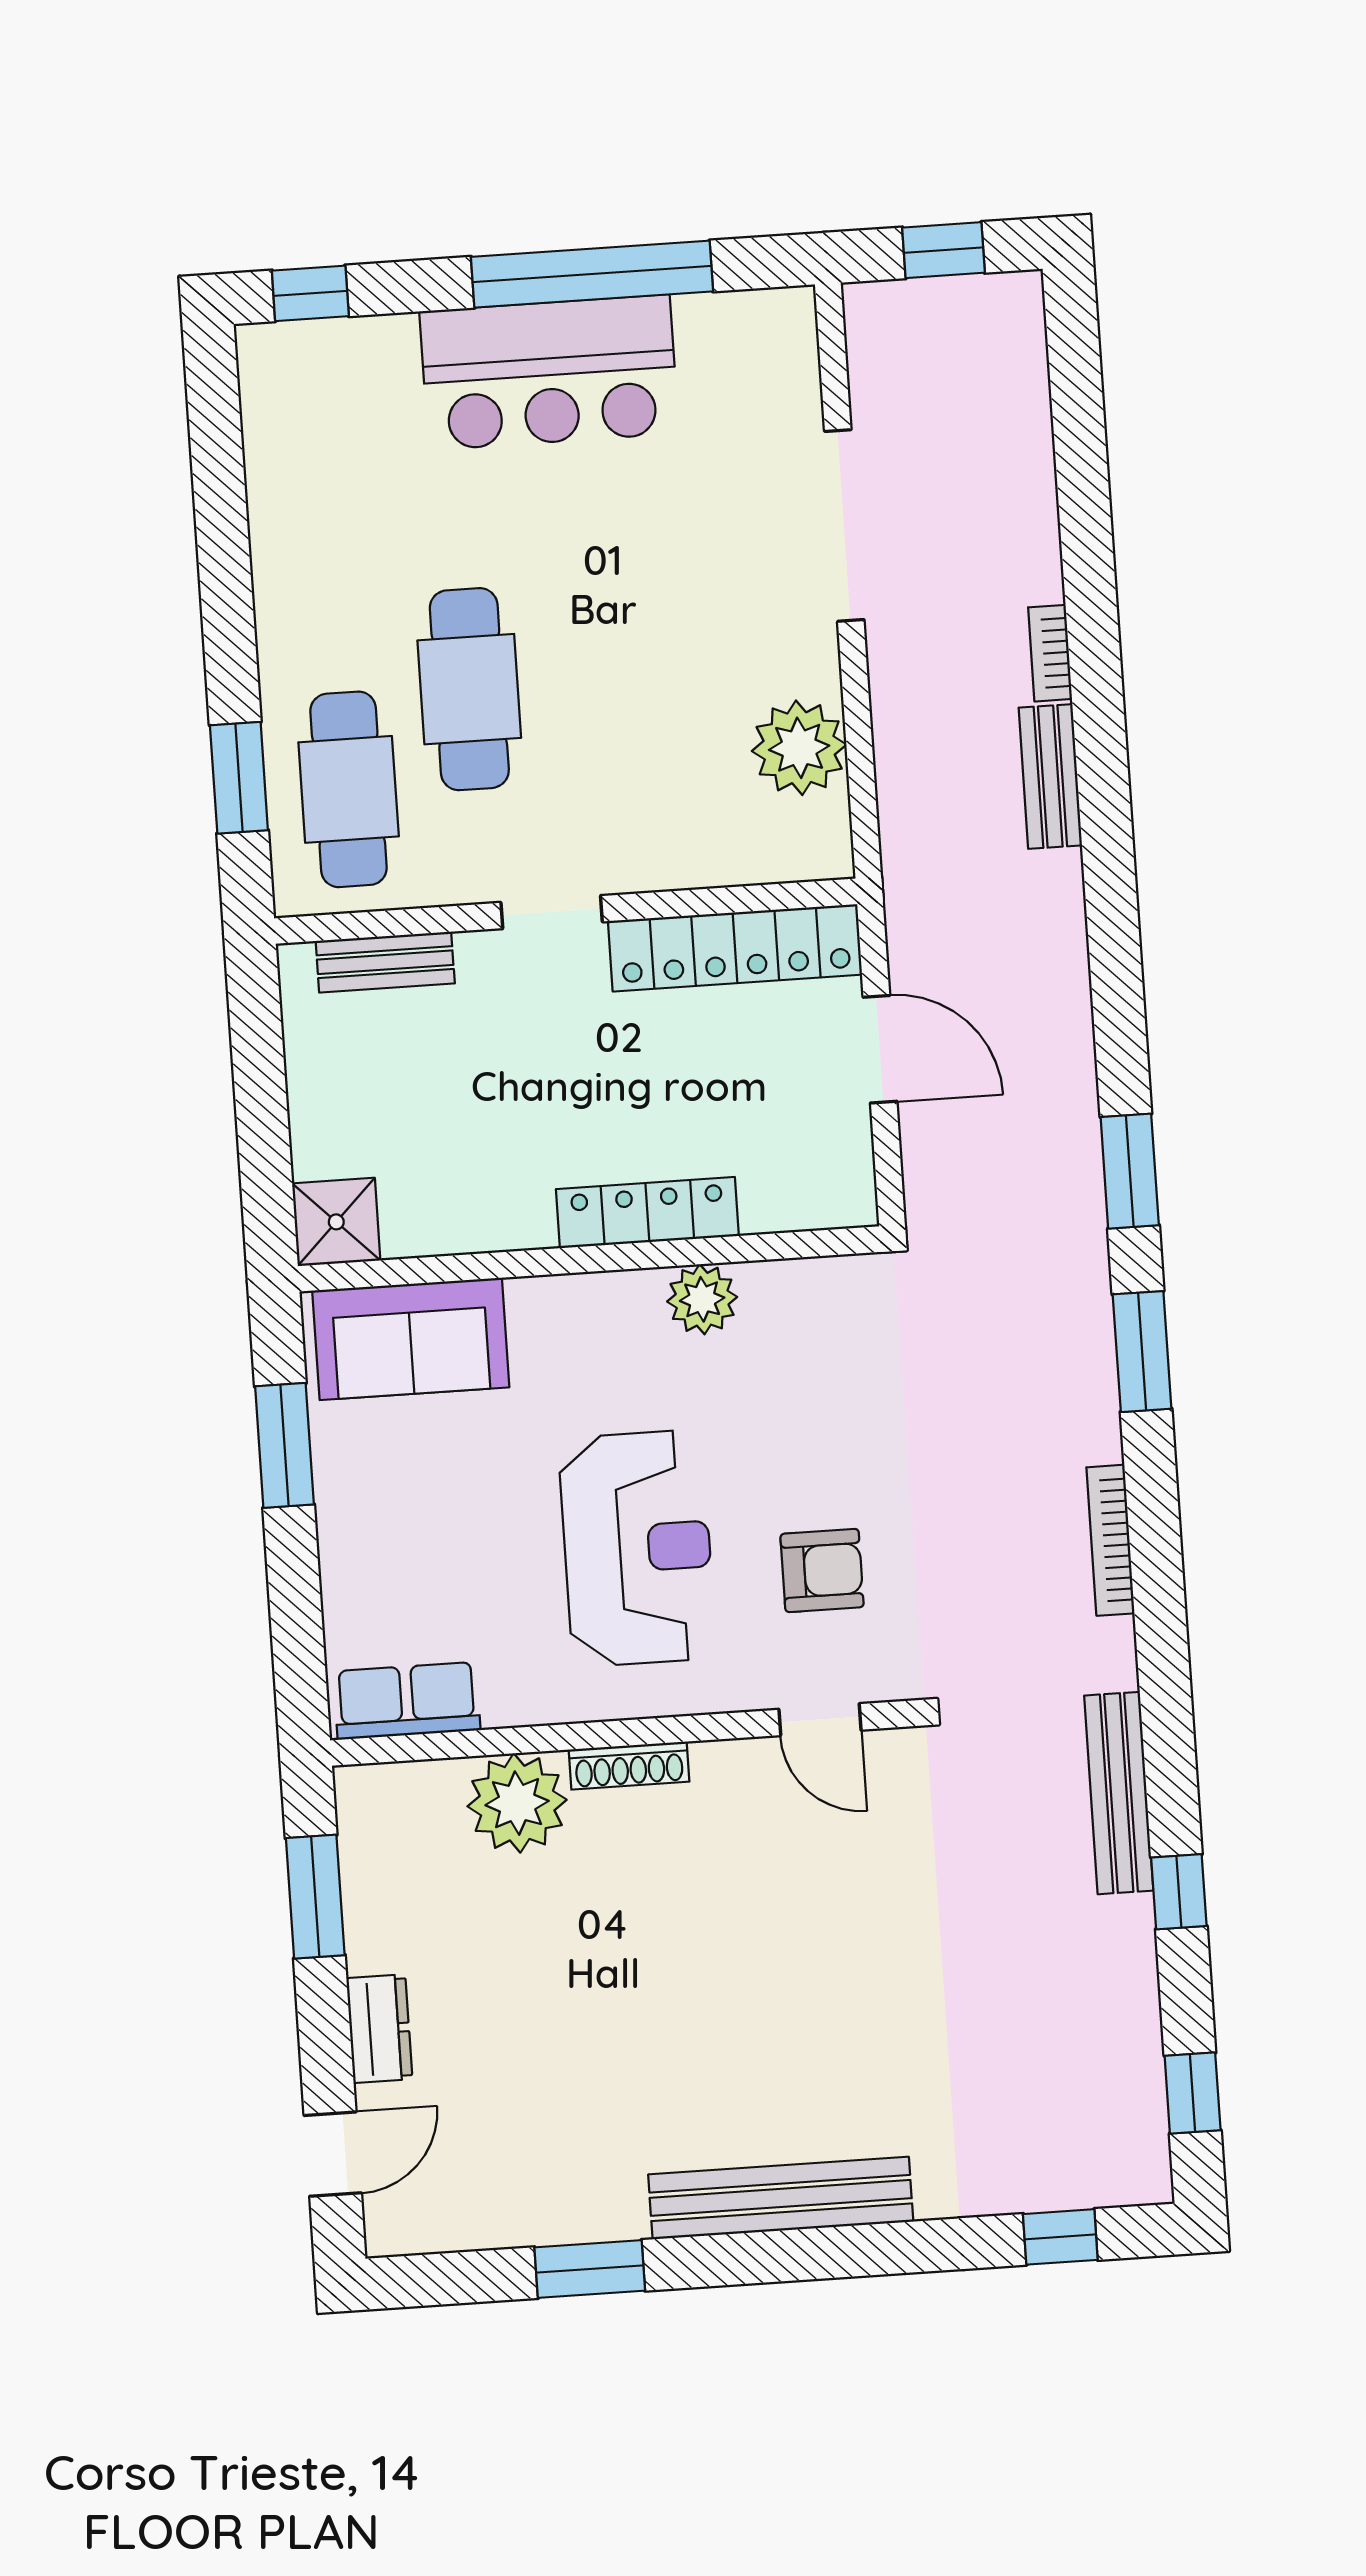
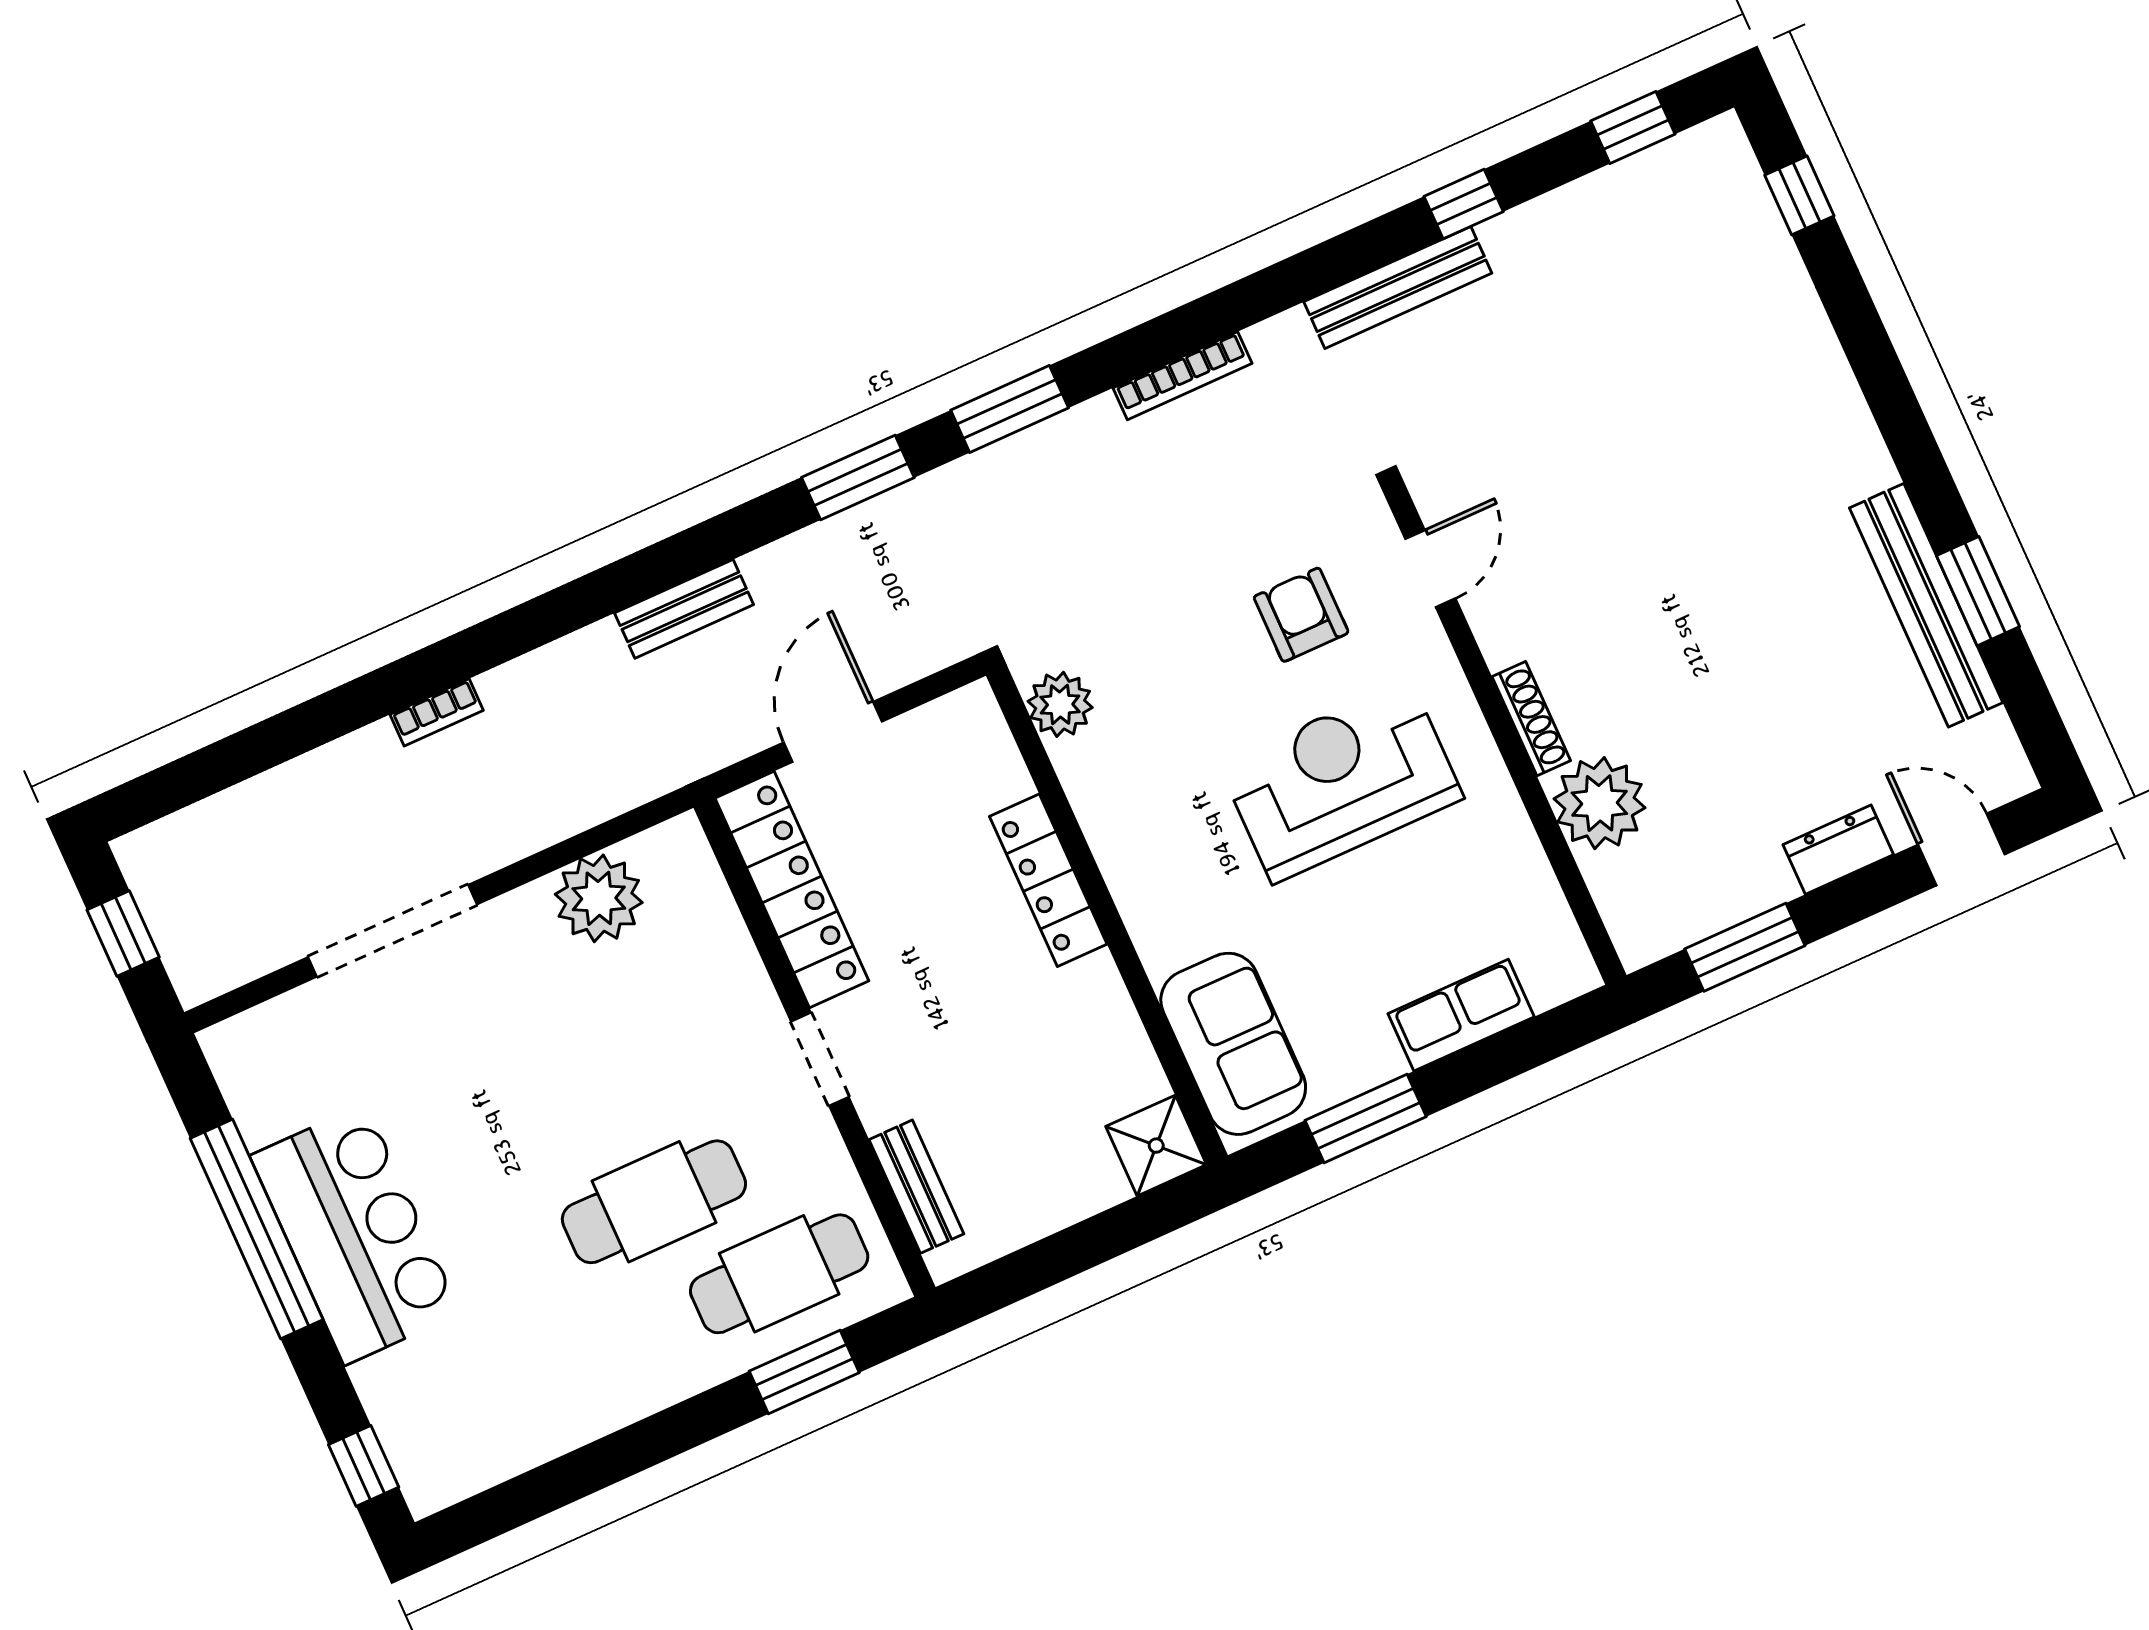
bench: (1050, 777) -> (684, 609), moved
plant: (702, 1299) -> (1060, 704), moved
row of seats: (407, 1701) -> (1461, 1015), moved, turned 90
bench: (781, 2198) -> (1926, 605), moved

